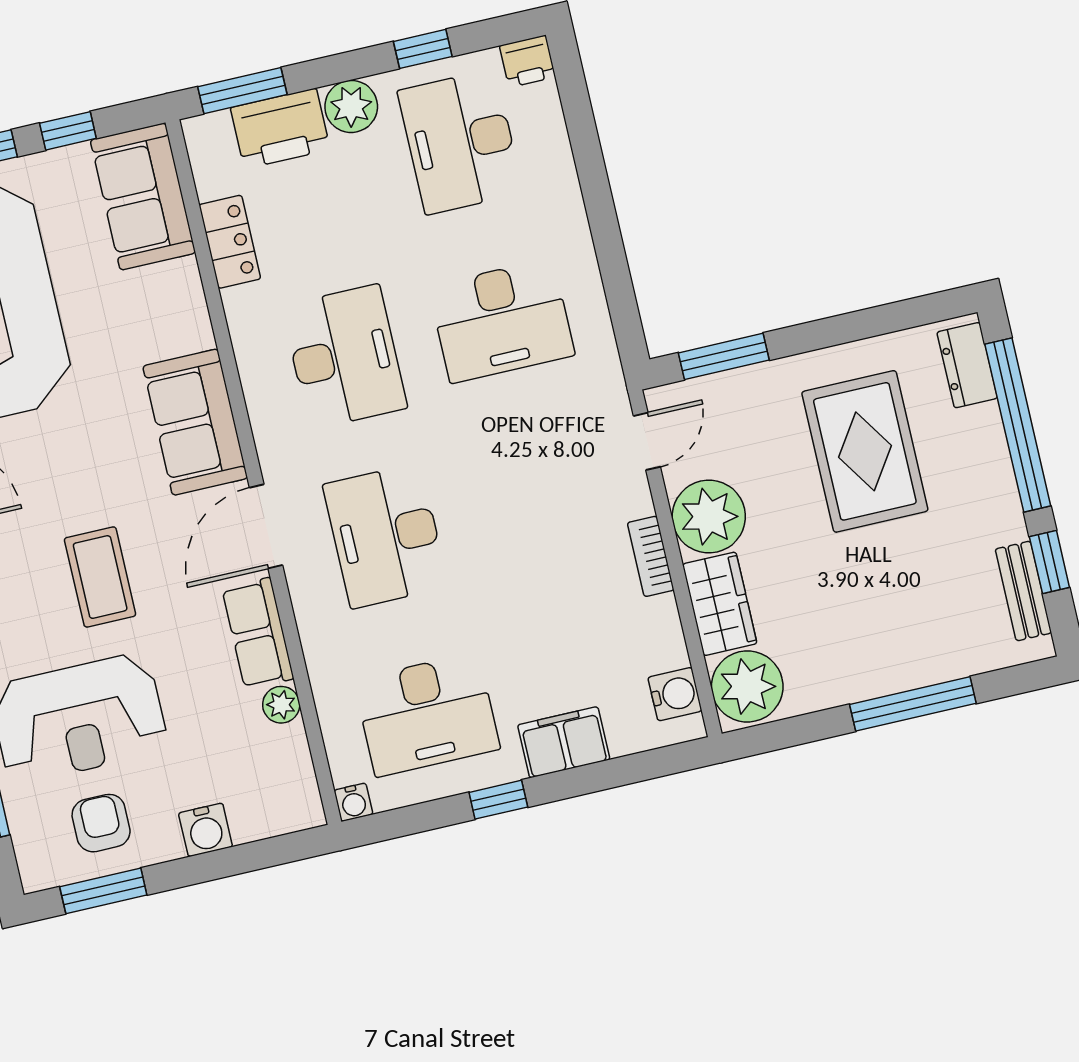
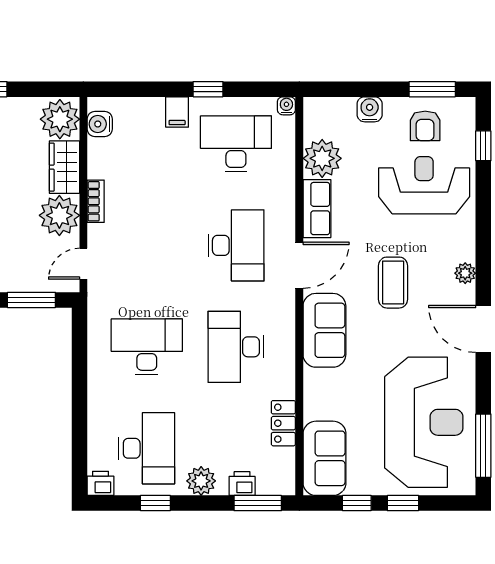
printer: (280, 129) -> (242, 484), width x0.53, depth x0.68
coffee table: (100, 577) -> (393, 283), moved
plant: (281, 705) -> (322, 158), width x1.88, depth x1.88
filing cabinet: (564, 742) -> (177, 112), width x0.50

